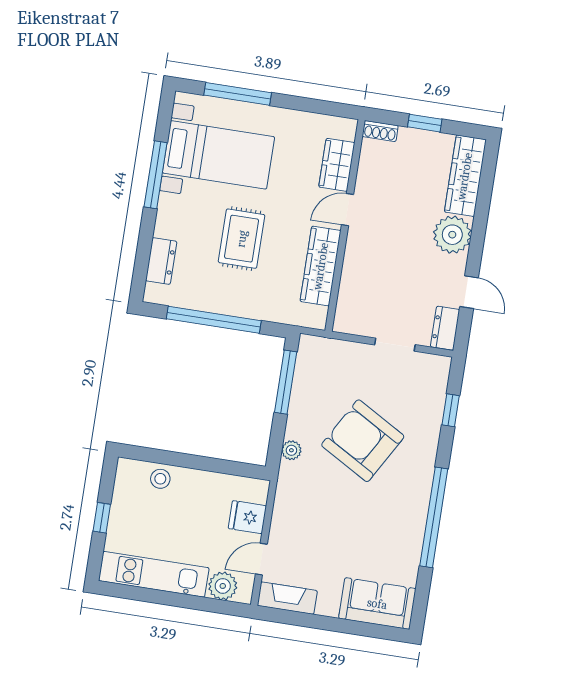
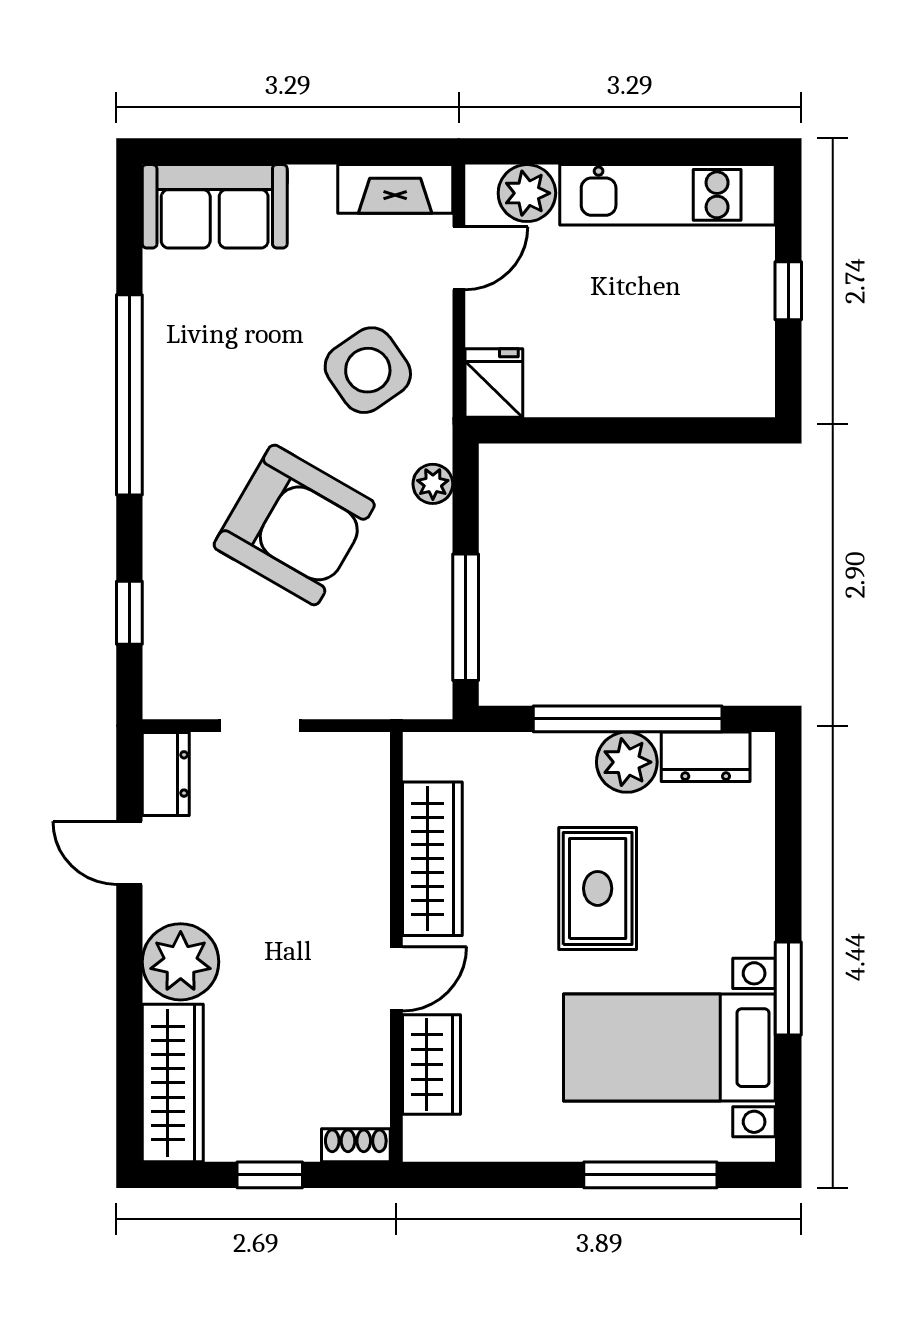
window: (156, 175) -> (788, 989), width x0.69
dresser: (161, 261) -> (706, 757), moved, turned -90
plant: (217, 299) -> (627, 762), added
stool: (160, 479) -> (684, 386), removed
side table: (315, 511) -> (368, 370), added
fridge: (247, 517) -> (494, 383), moved, turned -90

